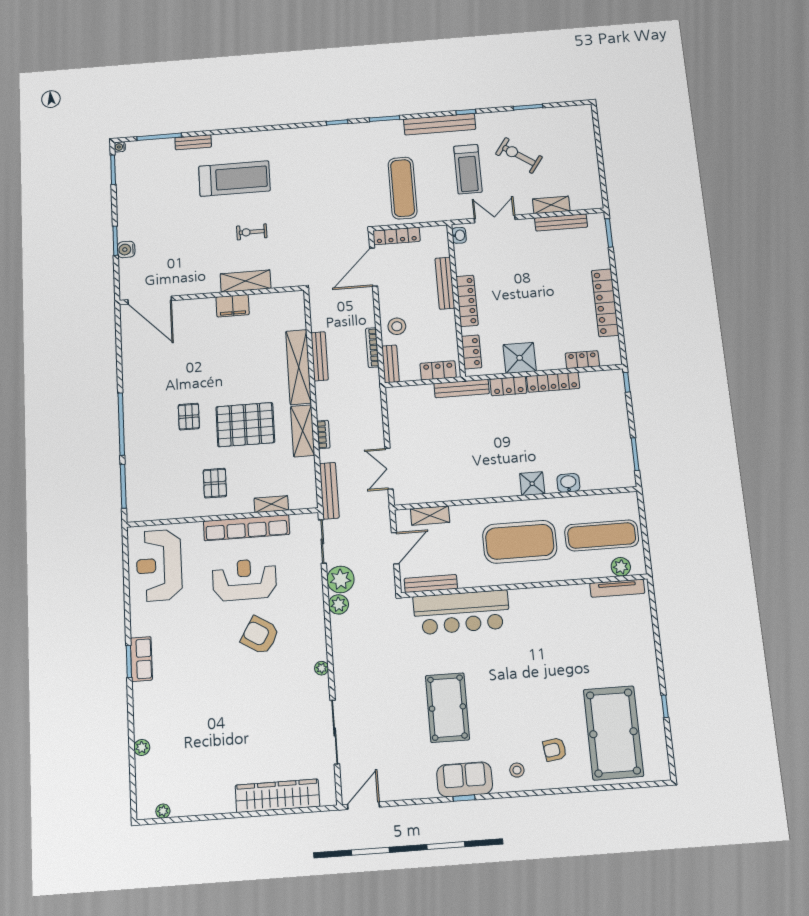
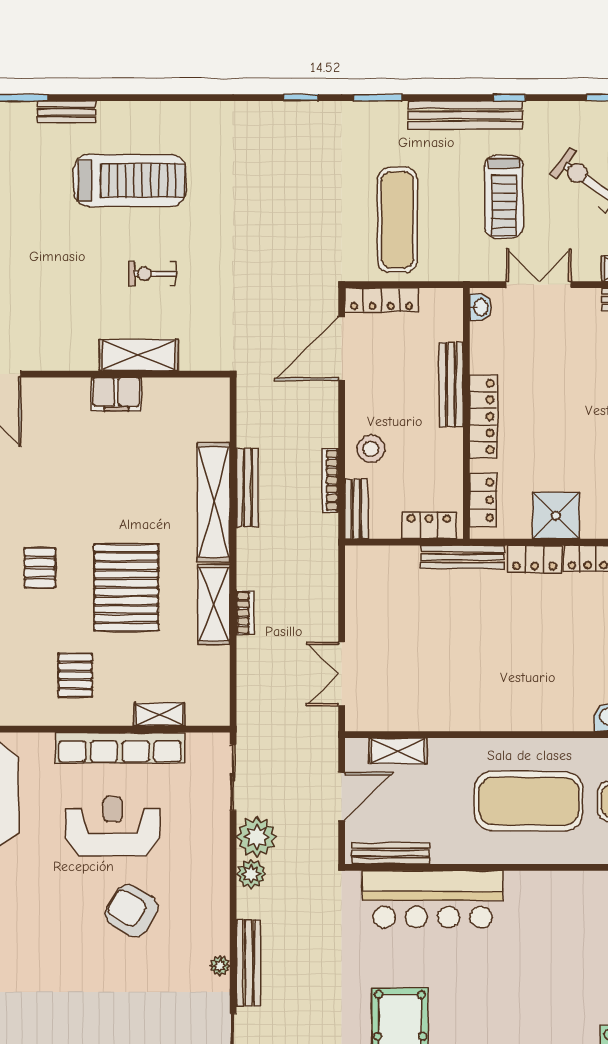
pallet: (245, 425) -> (126, 588), turned 90
shower: (532, 484) -> (556, 714), removed
bench: (329, 491) -> (249, 963), moved

